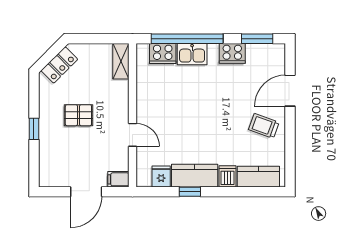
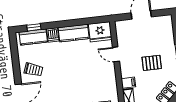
fridge: (161, 176) -> (100, 32), width x1.88, depth x1.34
filing cabinet: (118, 179) -> (128, 83), moved
window: (190, 192) -> (34, 27), moved

